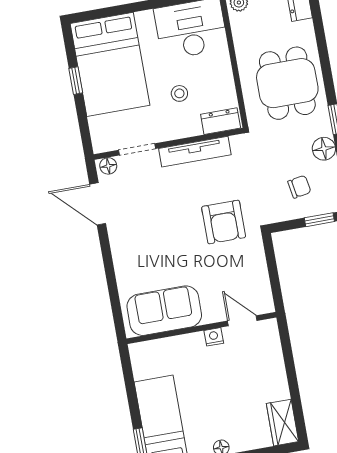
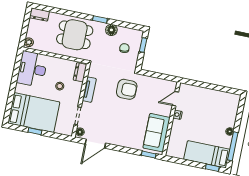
tv unit: (195, 152) -> (89, 90), width x0.71
window: (117, 312) -> (149, 155), added
wardrobe: (282, 423) -> (229, 99), removed

